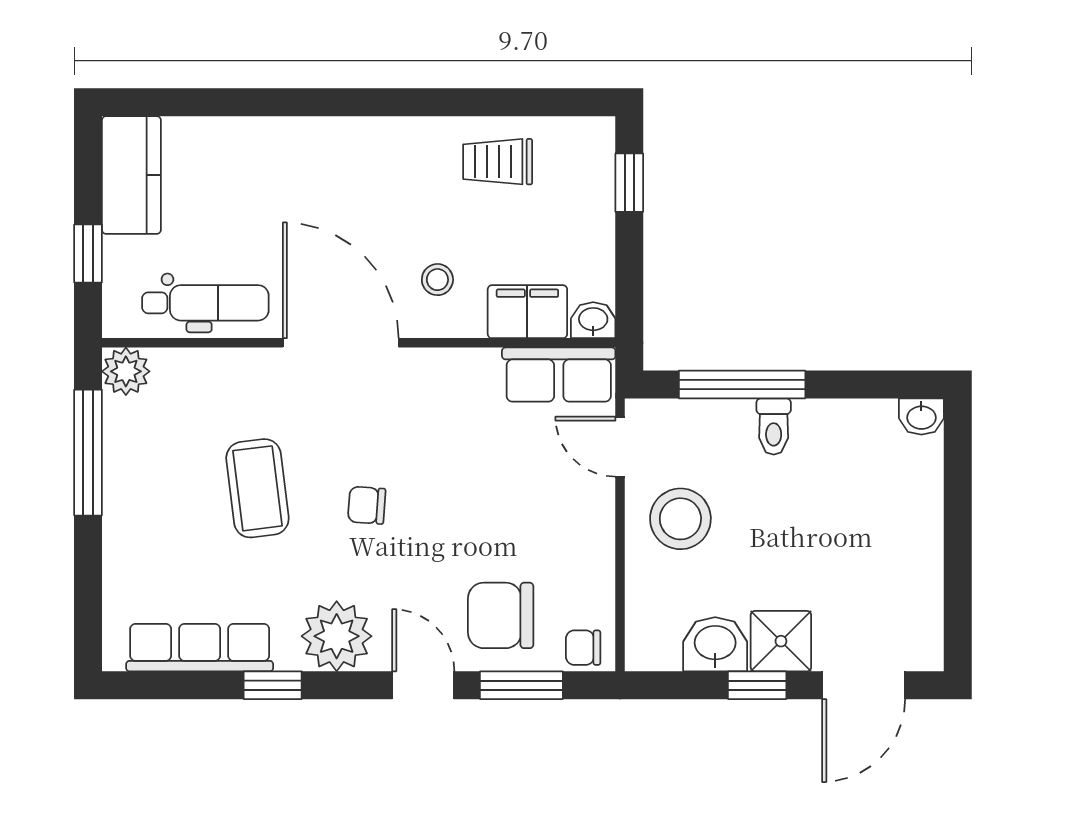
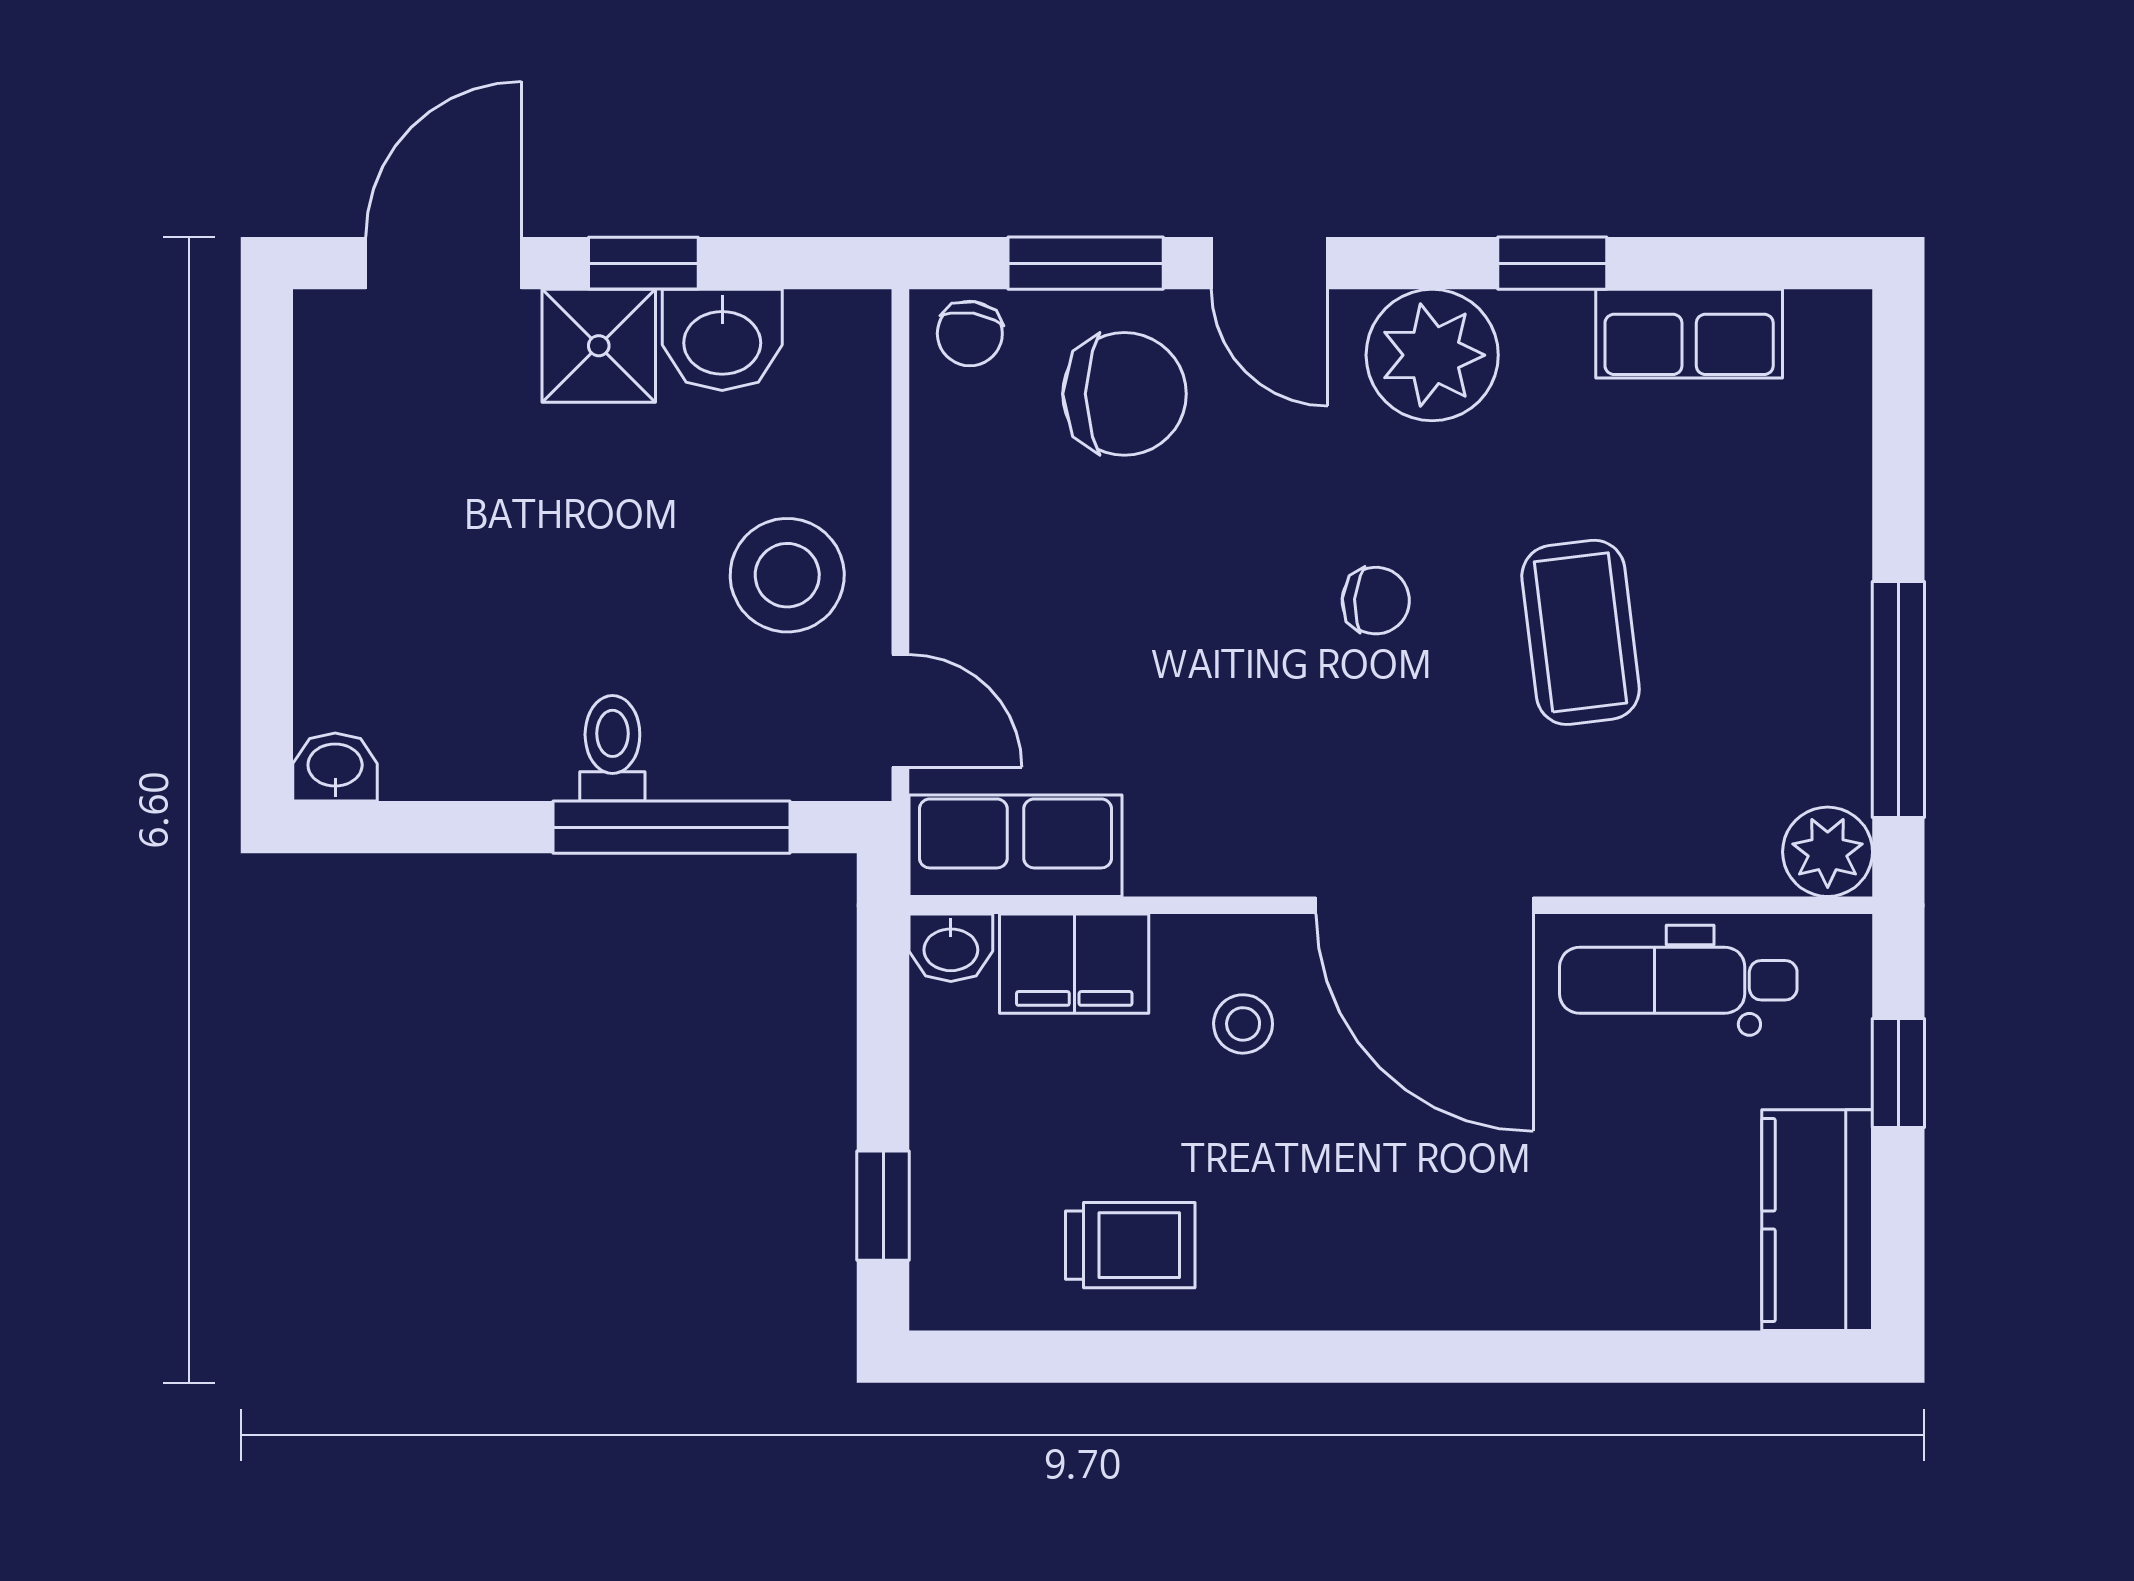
row of seats: (200, 648) -> (1689, 334), width x0.68
chair: (583, 648) -> (970, 334), turned 99

